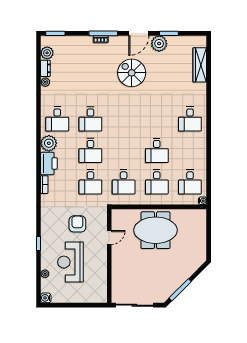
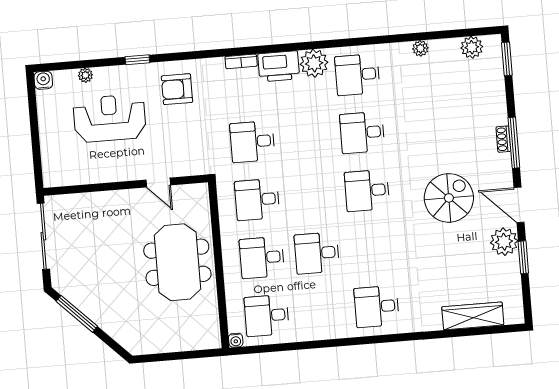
dresser: (45, 68) -> (444, 47), removed
desk: (90, 150) -> (367, 191), moved
armchair: (77, 224) -> (177, 89), moved, turned 180

